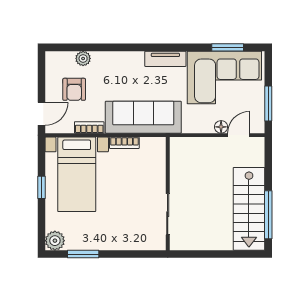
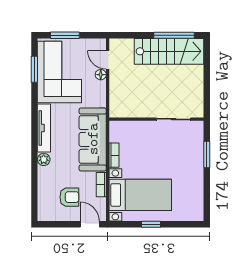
plant: (83, 58) -> (44, 159), moved
tv unit: (165, 59) -> (44, 128), width x1.41
window: (268, 104) -> (65, 35), moved
plant: (55, 241) -> (196, 213), removed
window: (83, 254) -> (207, 154), moved

